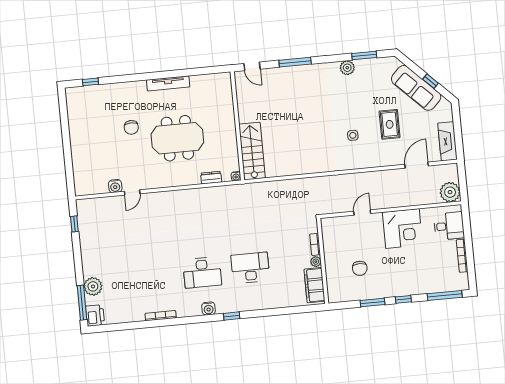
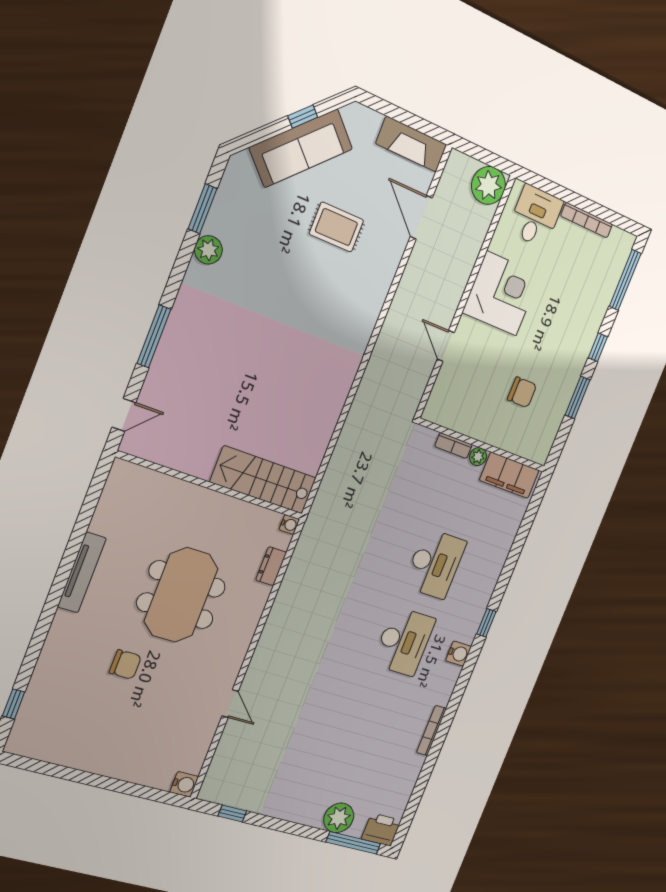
side table: (353, 135) -> (323, 299), removed
water cooler: (115, 186) -> (184, 784), moved
desk: (250, 268) -> (435, 564), turned 180

